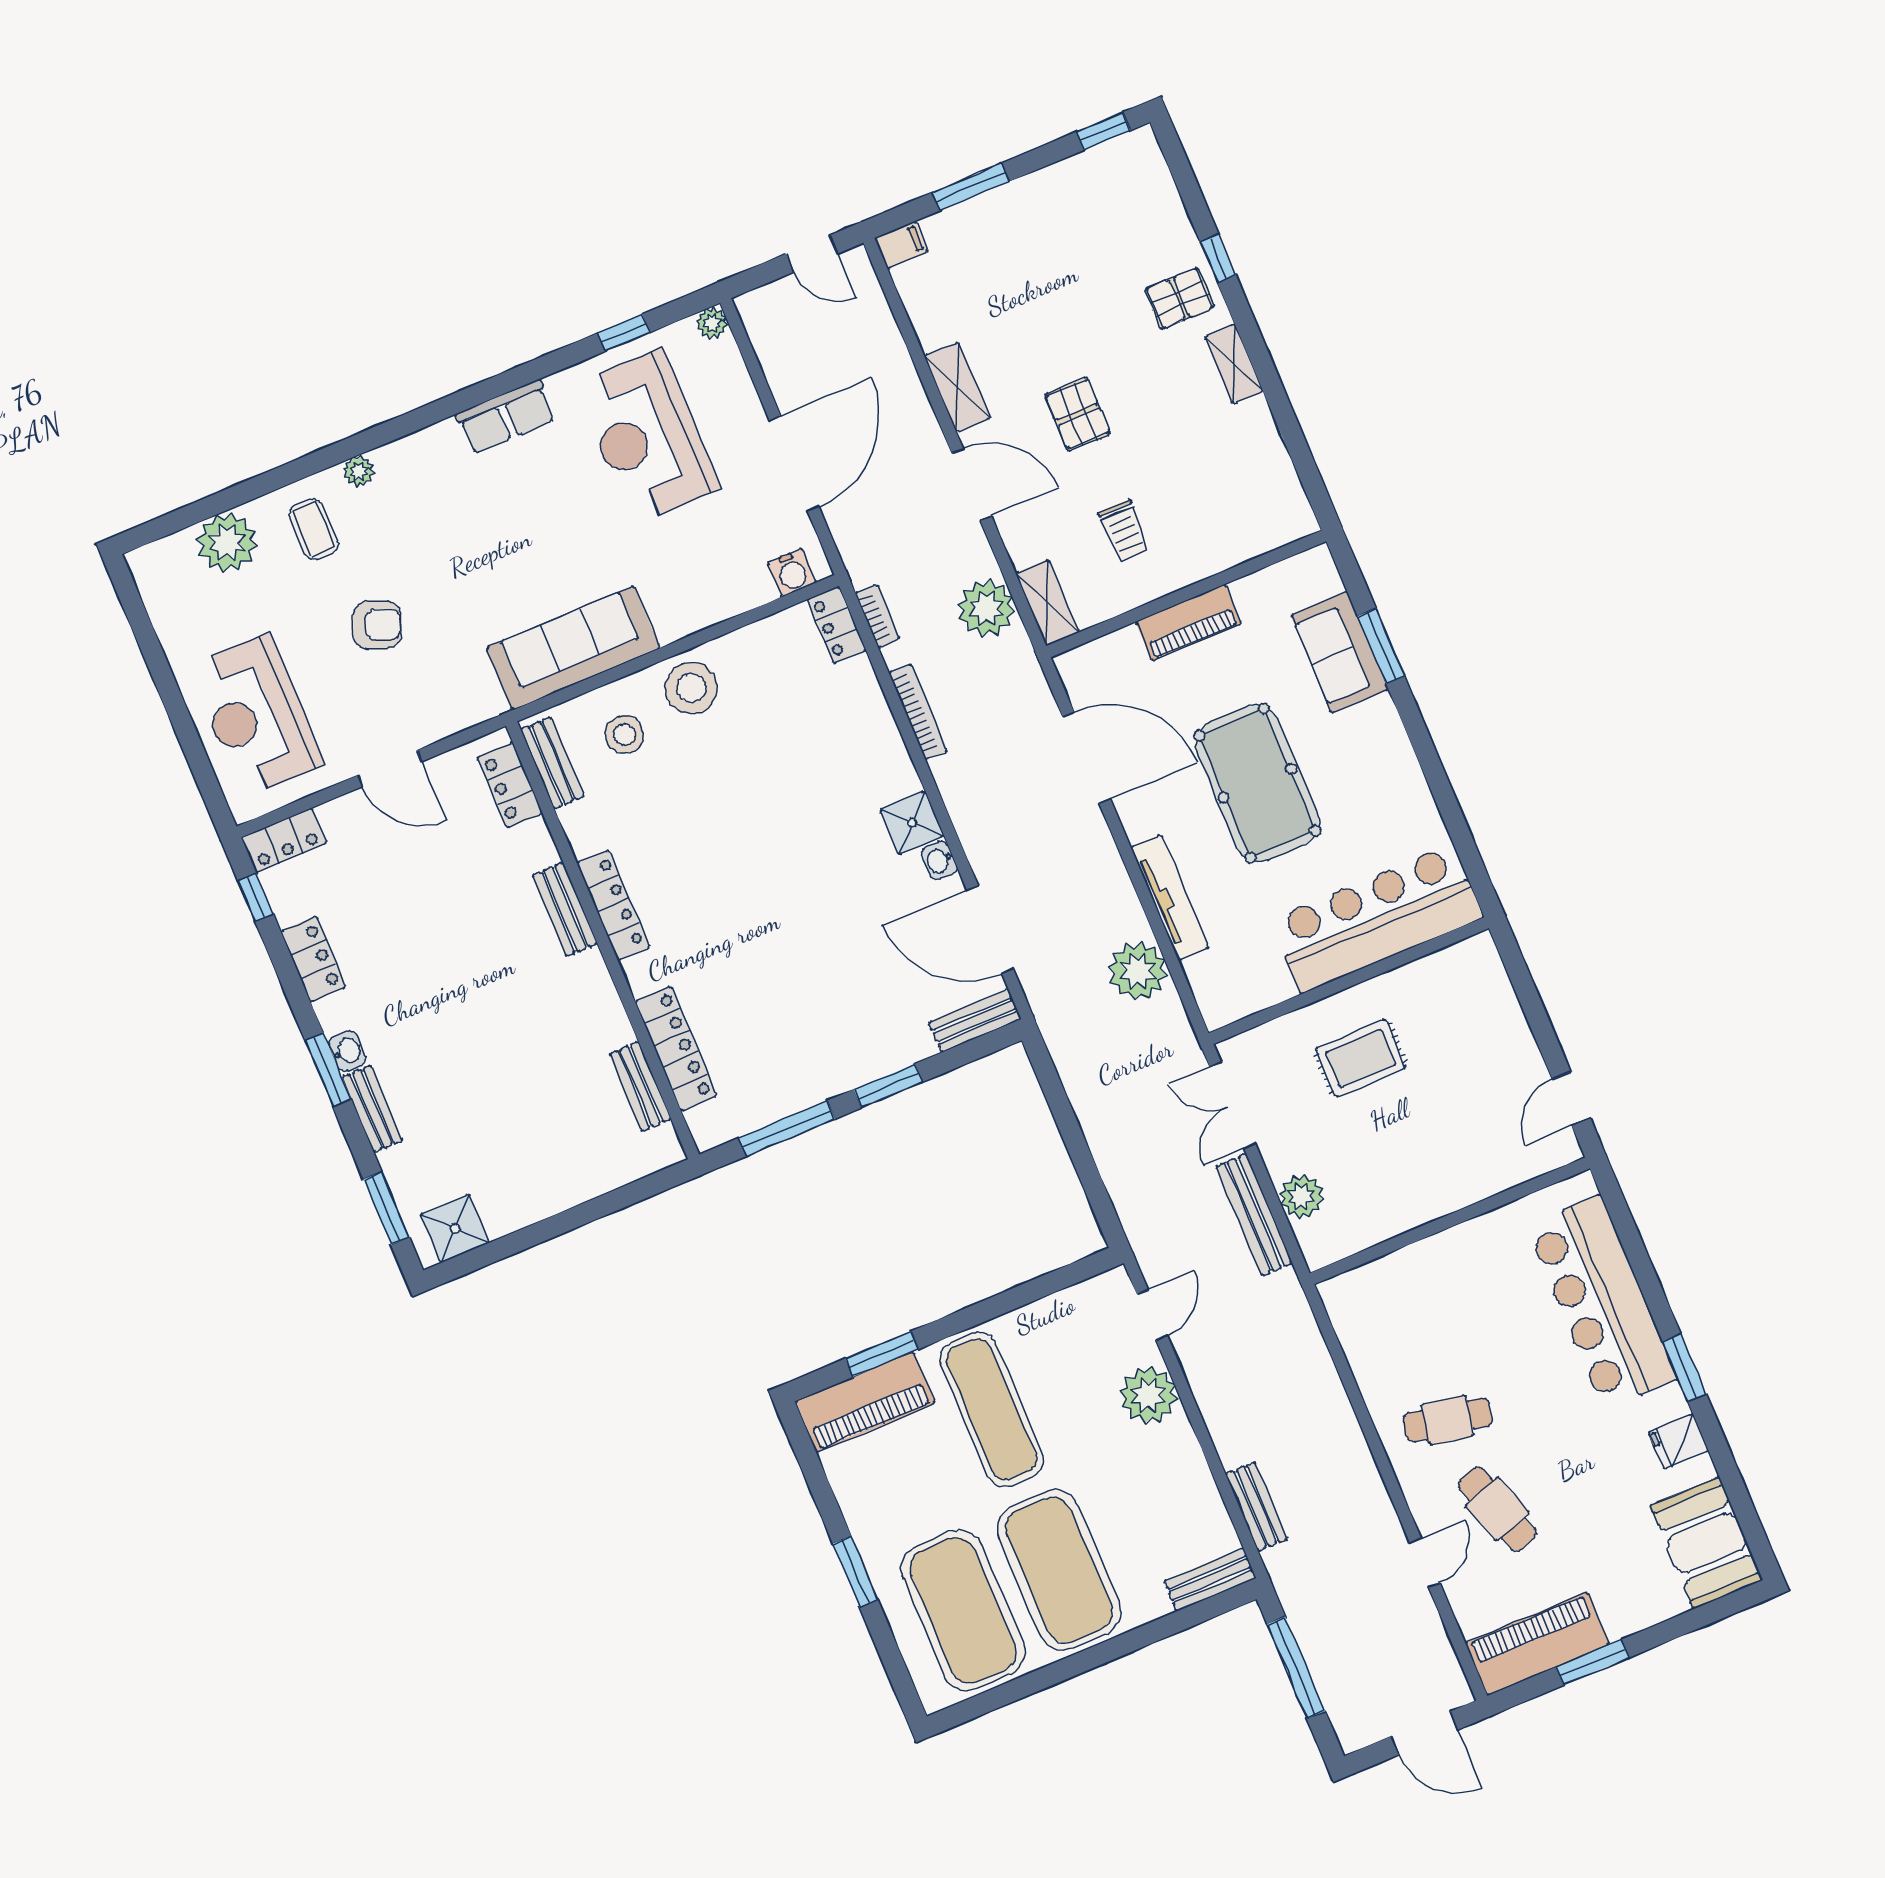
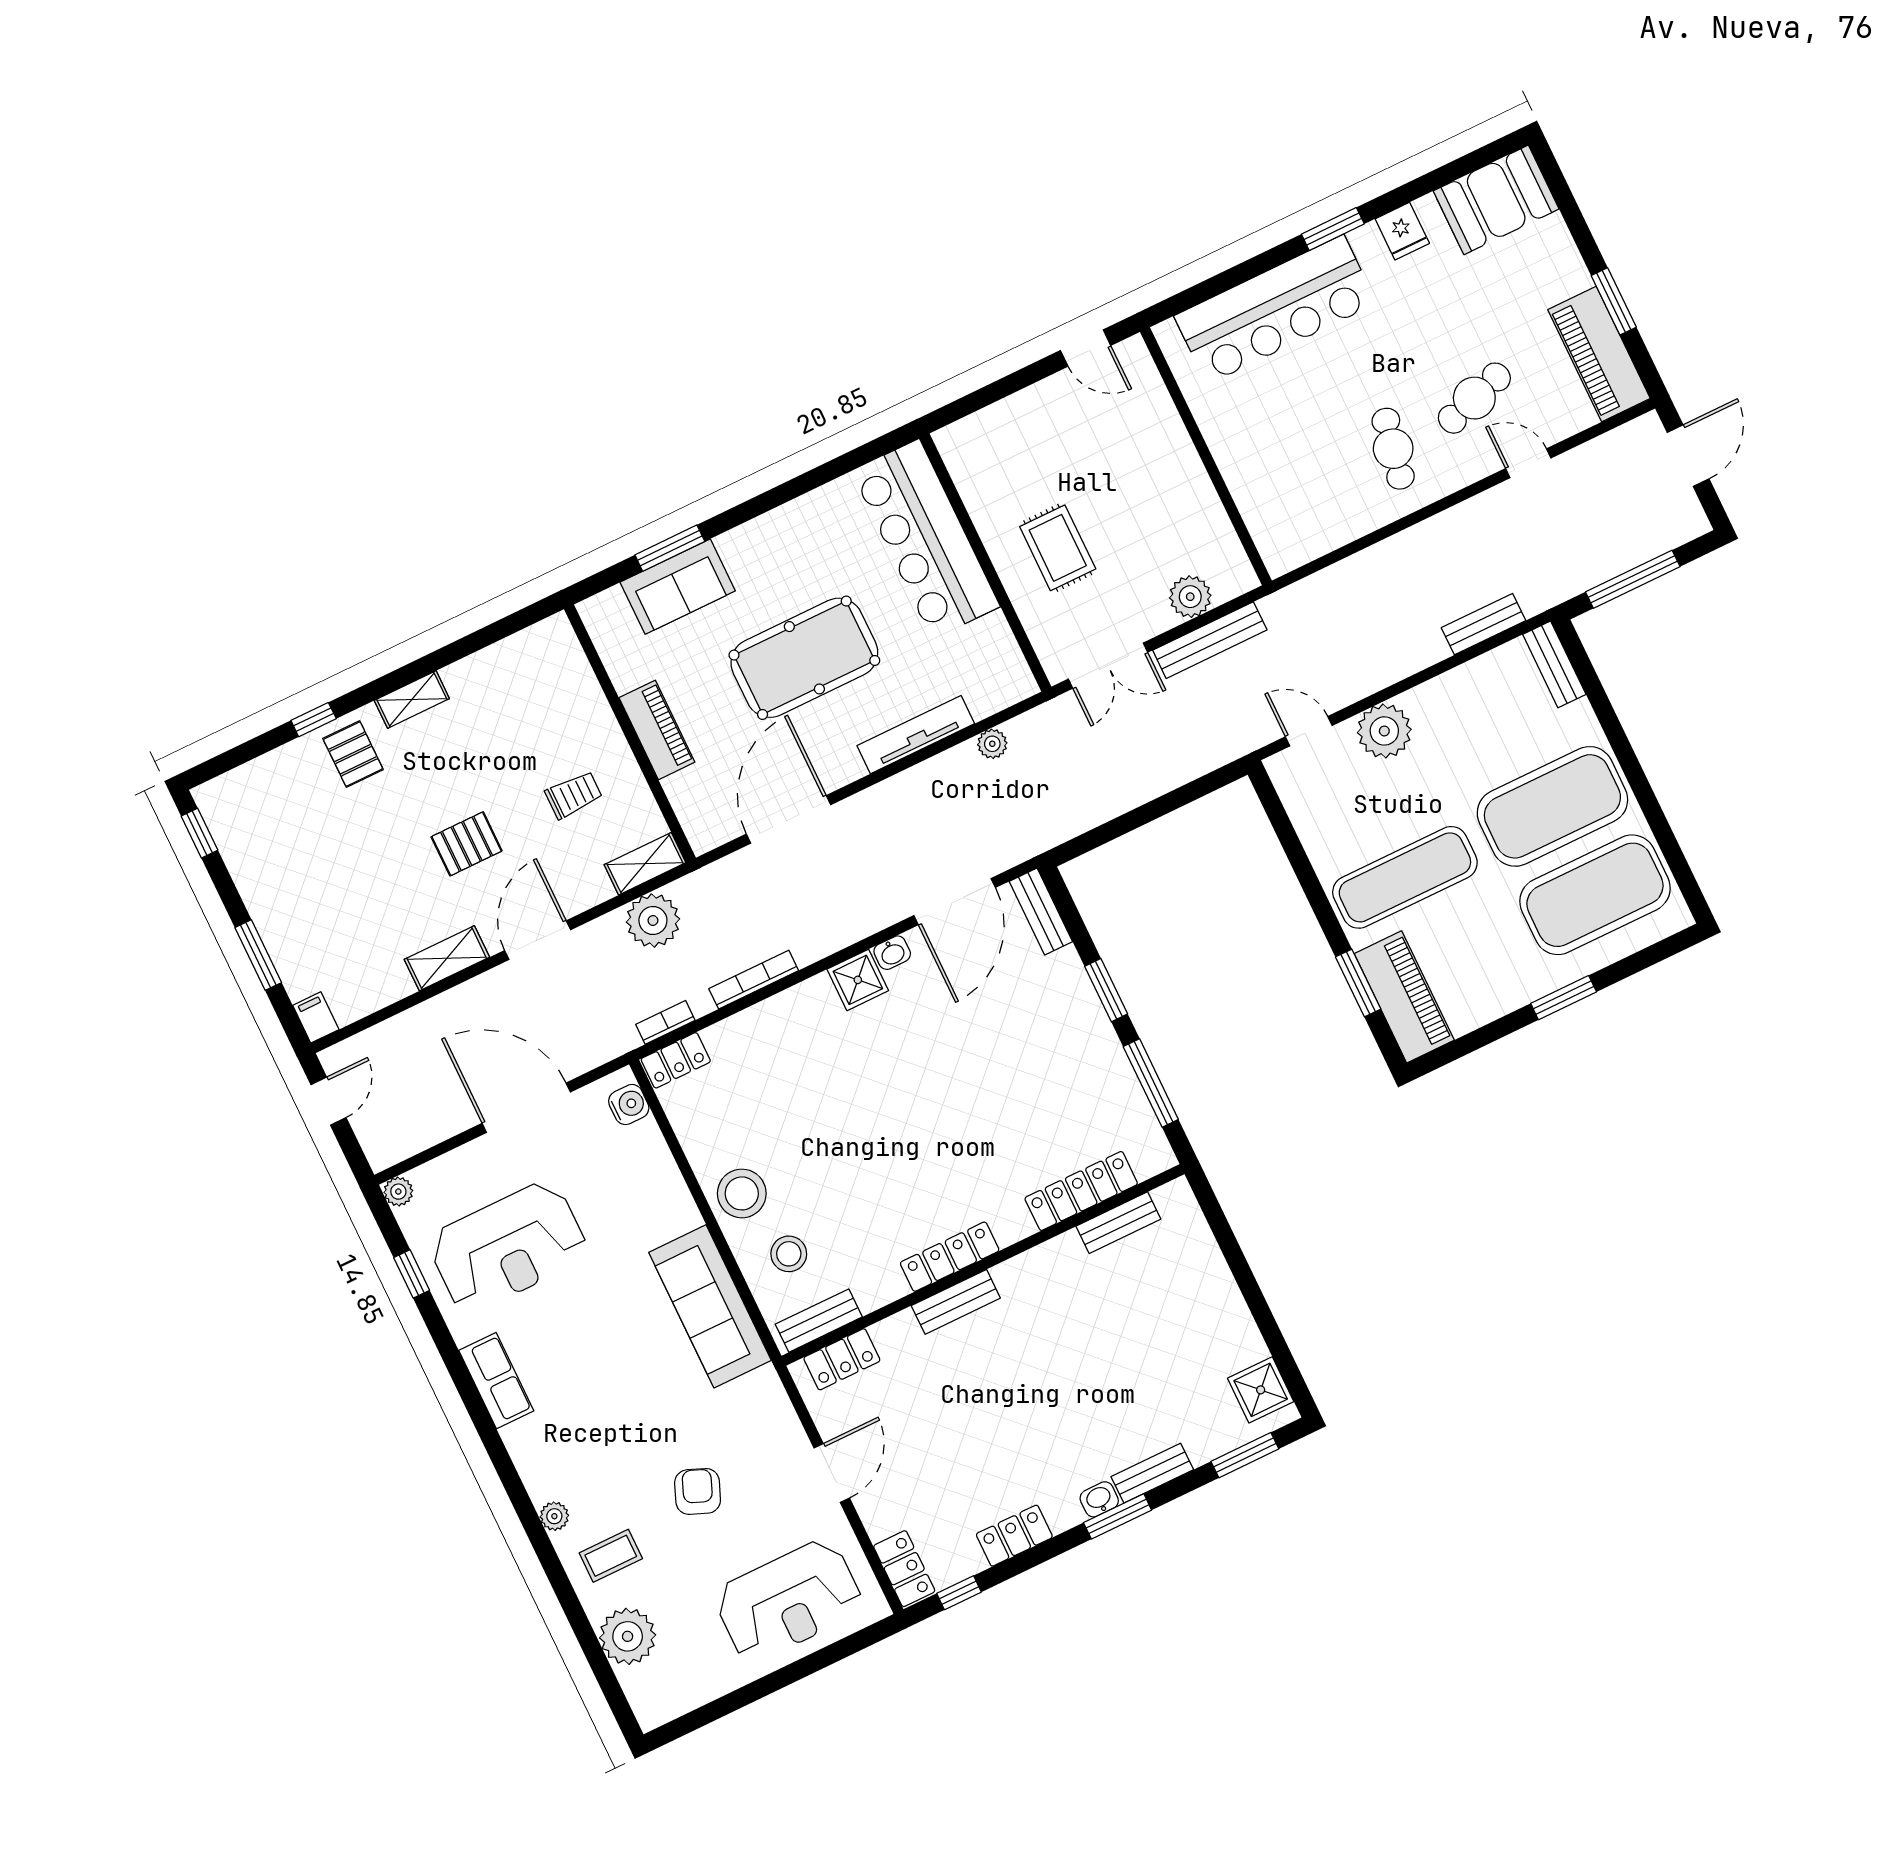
plant: (1138, 971) -> (992, 744), width x0.53, depth x0.53

